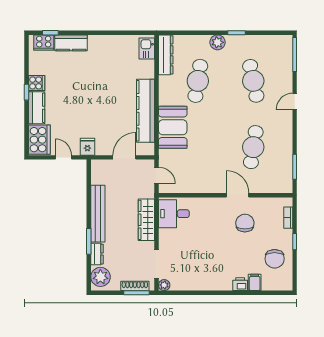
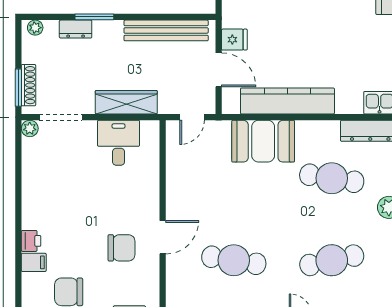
fridge: (87, 147) -> (234, 40), moved
bench: (98, 214) -> (166, 30), moved
desk: (174, 214) -> (119, 143), moved
plant: (100, 277) -> (35, 28), width x0.53, depth x0.53

